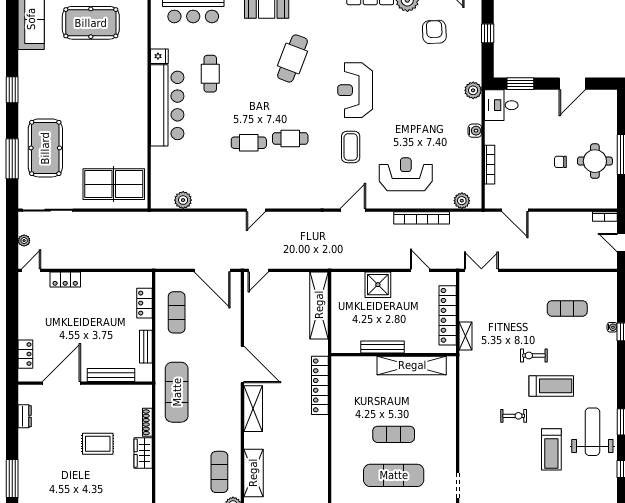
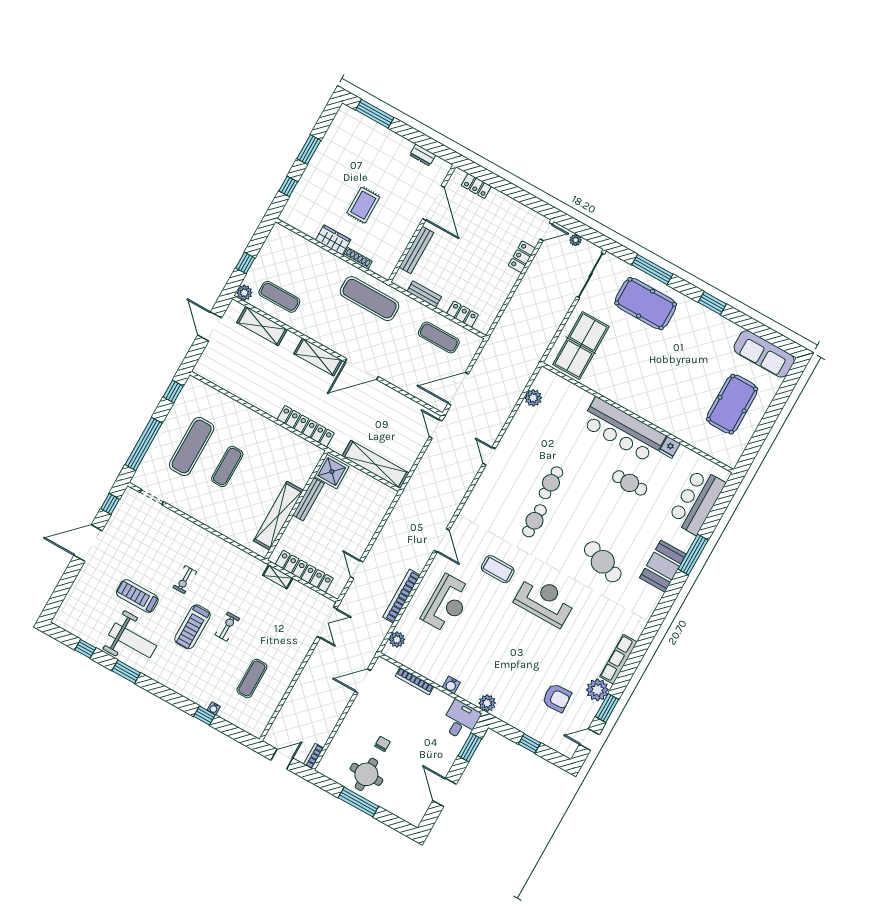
door: (31, 270) -> (546, 232), hinge flipped
door: (420, 270) -> (357, 569), swing flipped
shower: (378, 285) -> (332, 472), moved

